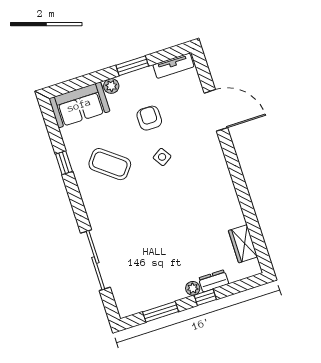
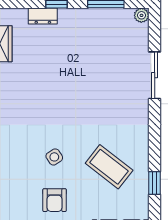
sliding door: (95, 260) -> (155, 75), width x0.73
plant: (193, 288) -> (141, 15), moved

